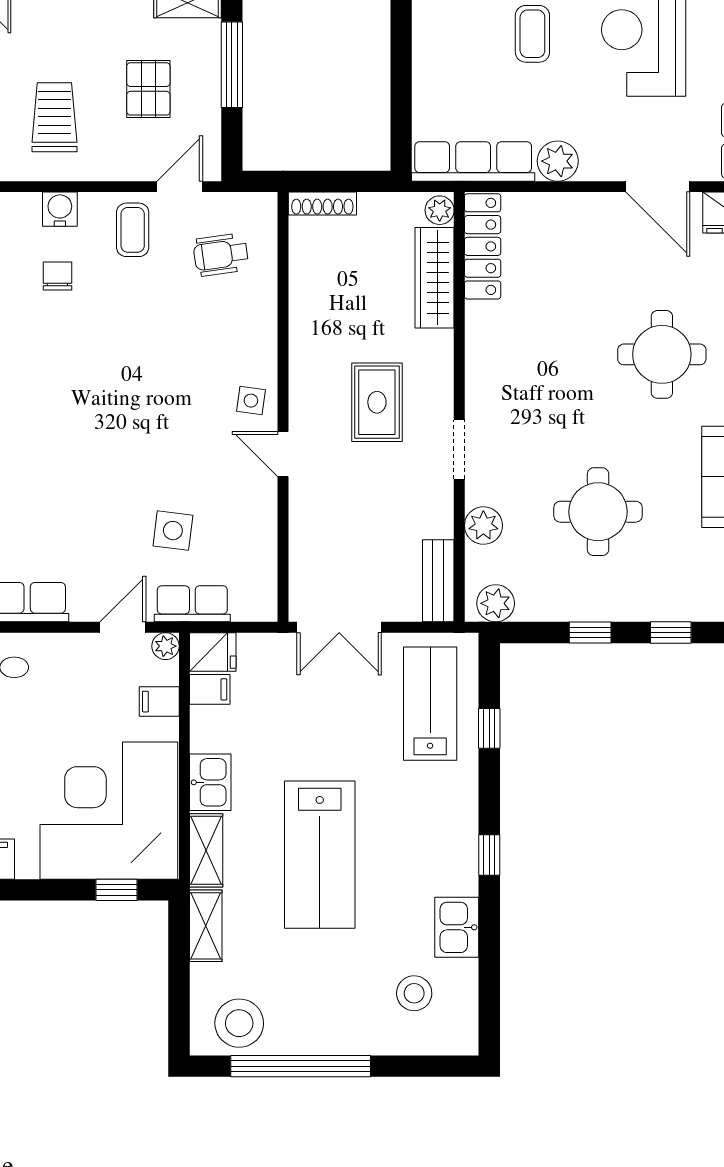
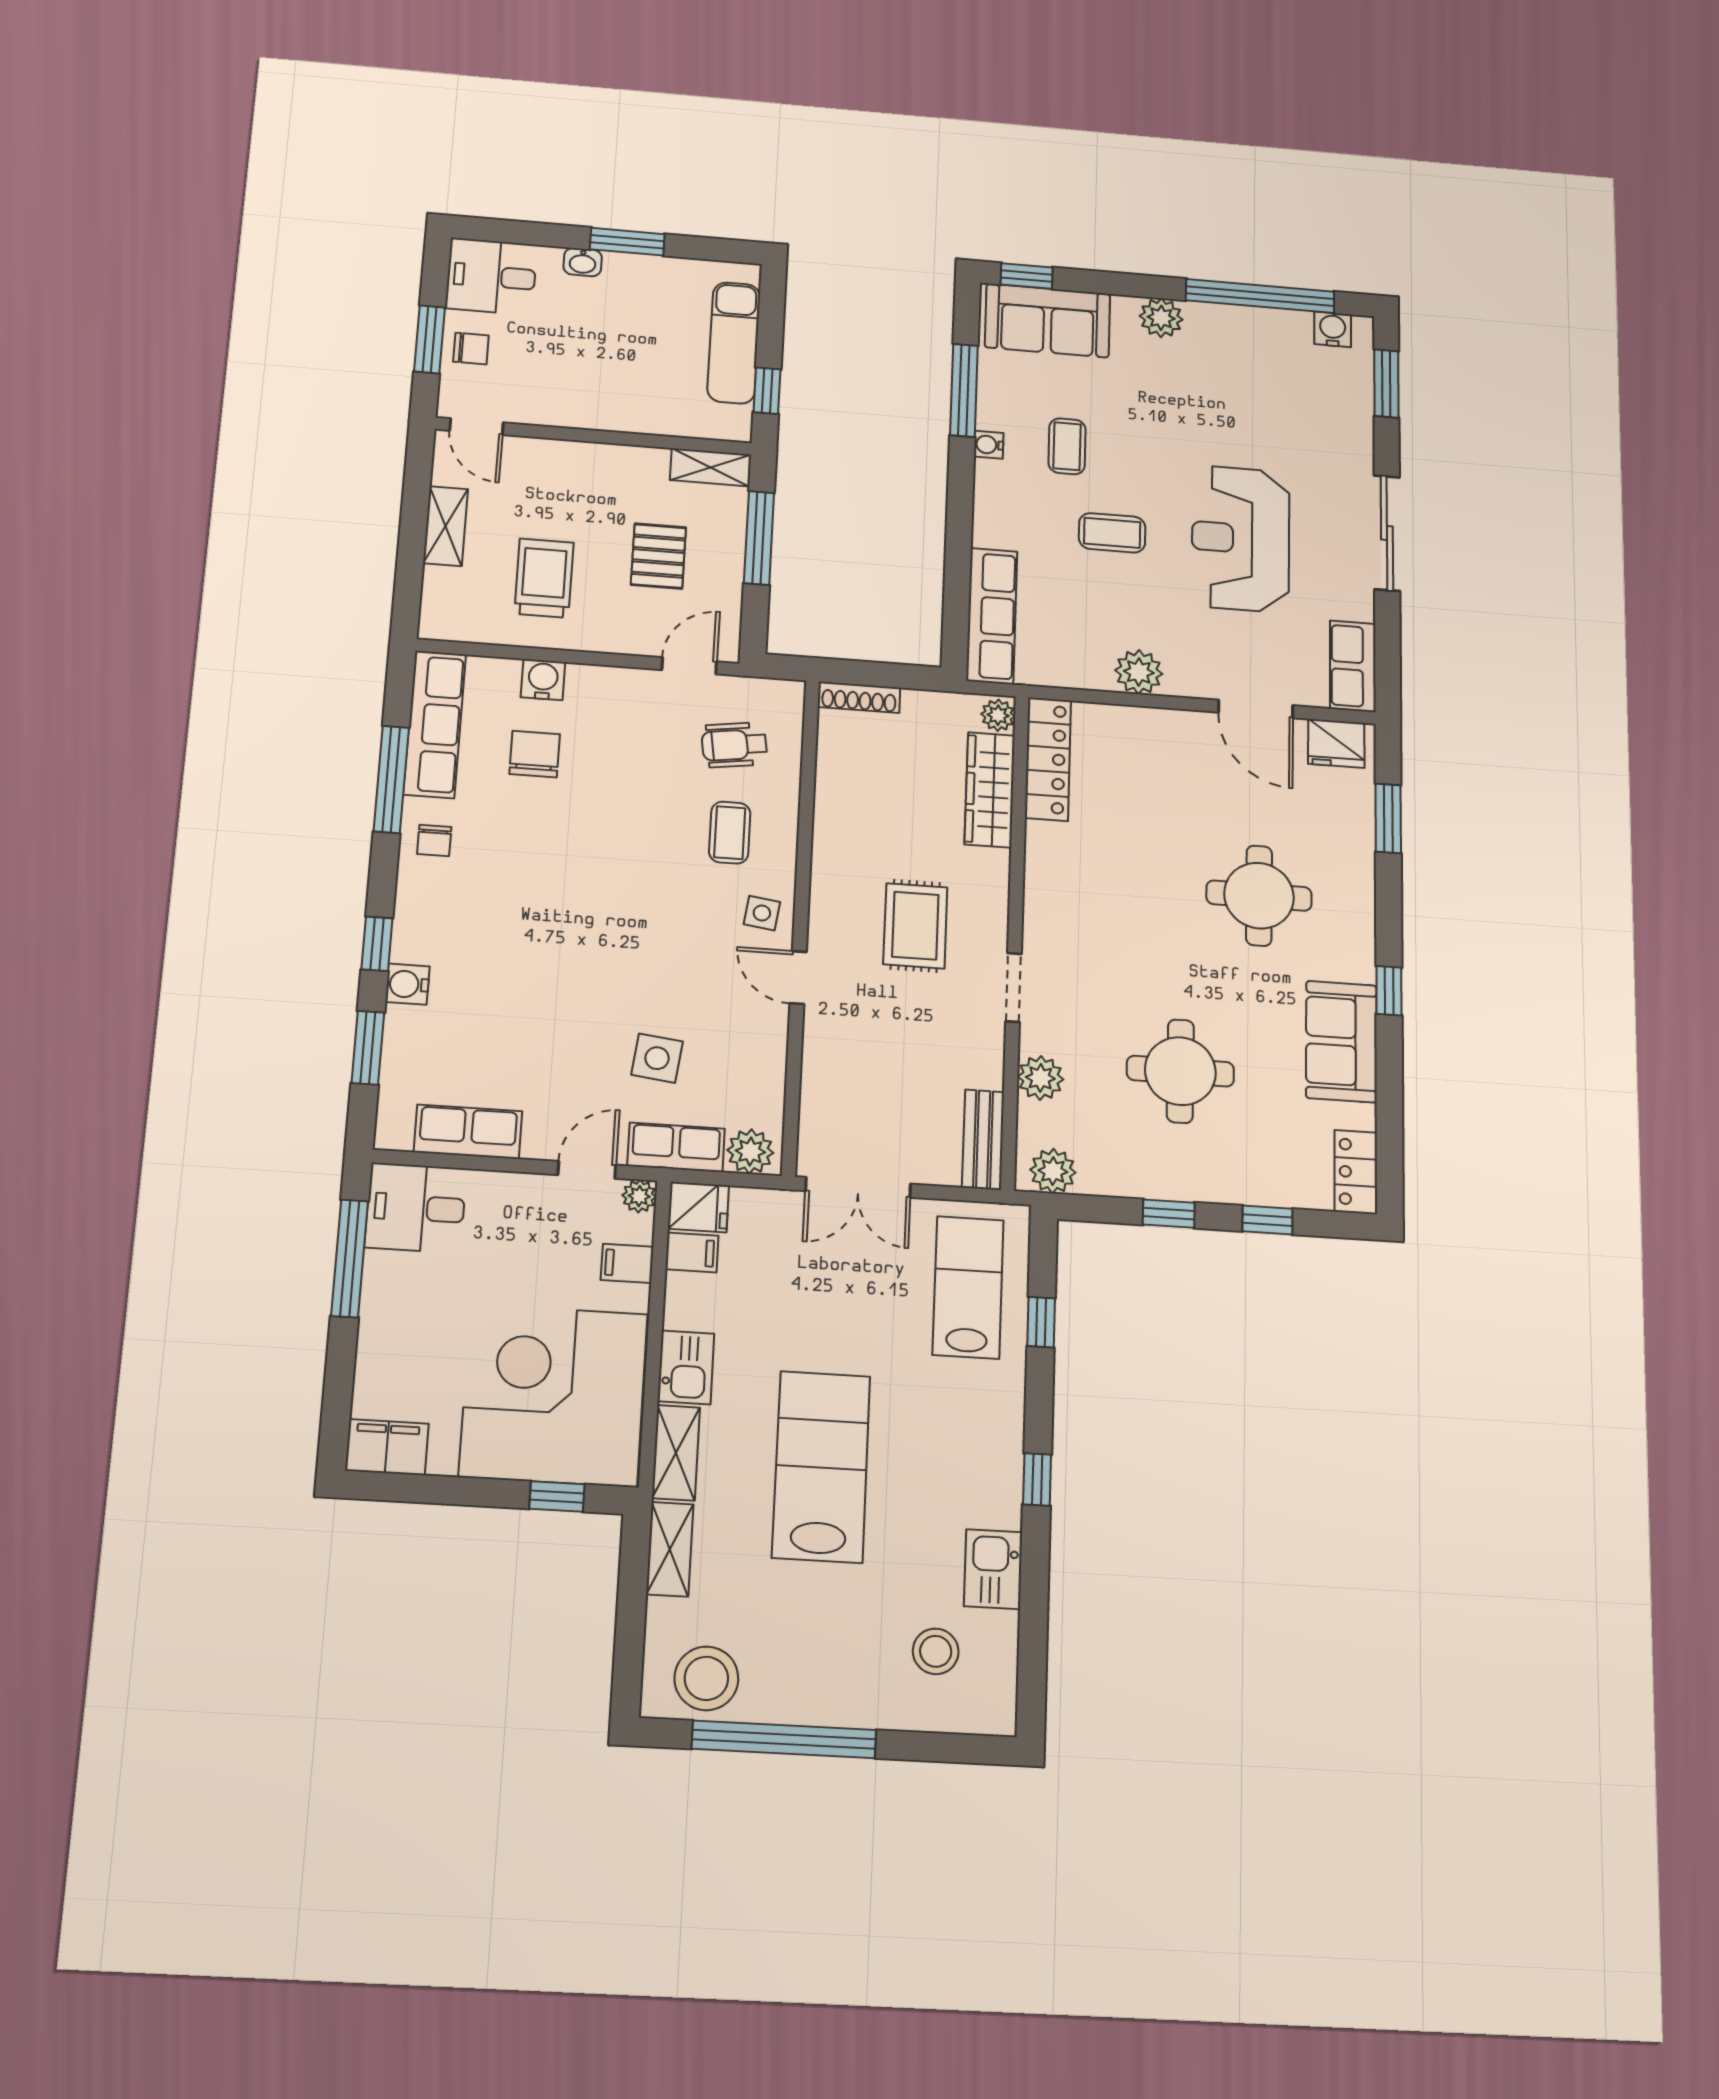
coffee table: (532, 34) -> (1112, 533), turned 90
row of seats: (473, 162) -> (992, 616), moved, turned 90
coffee table: (133, 230) -> (730, 833), moved
chair: (58, 276) -> (535, 754), width x1.37, depth x1.37
plant: (252, 603) -> (750, 1151), added
lab bench: (320, 855) -> (821, 1467), turned 180

